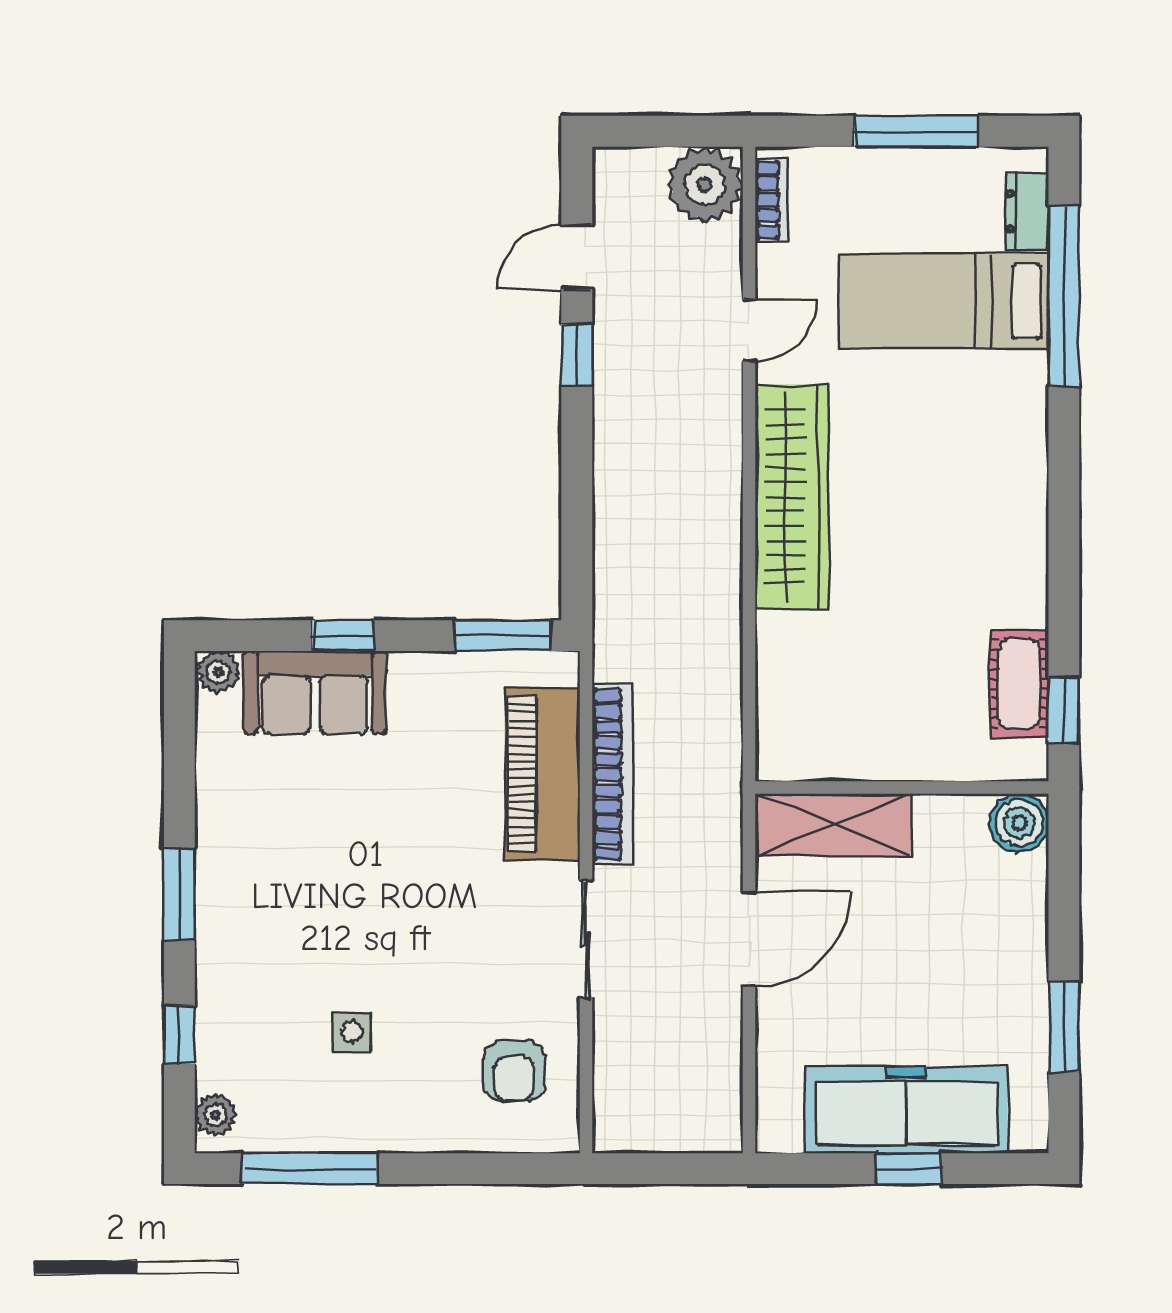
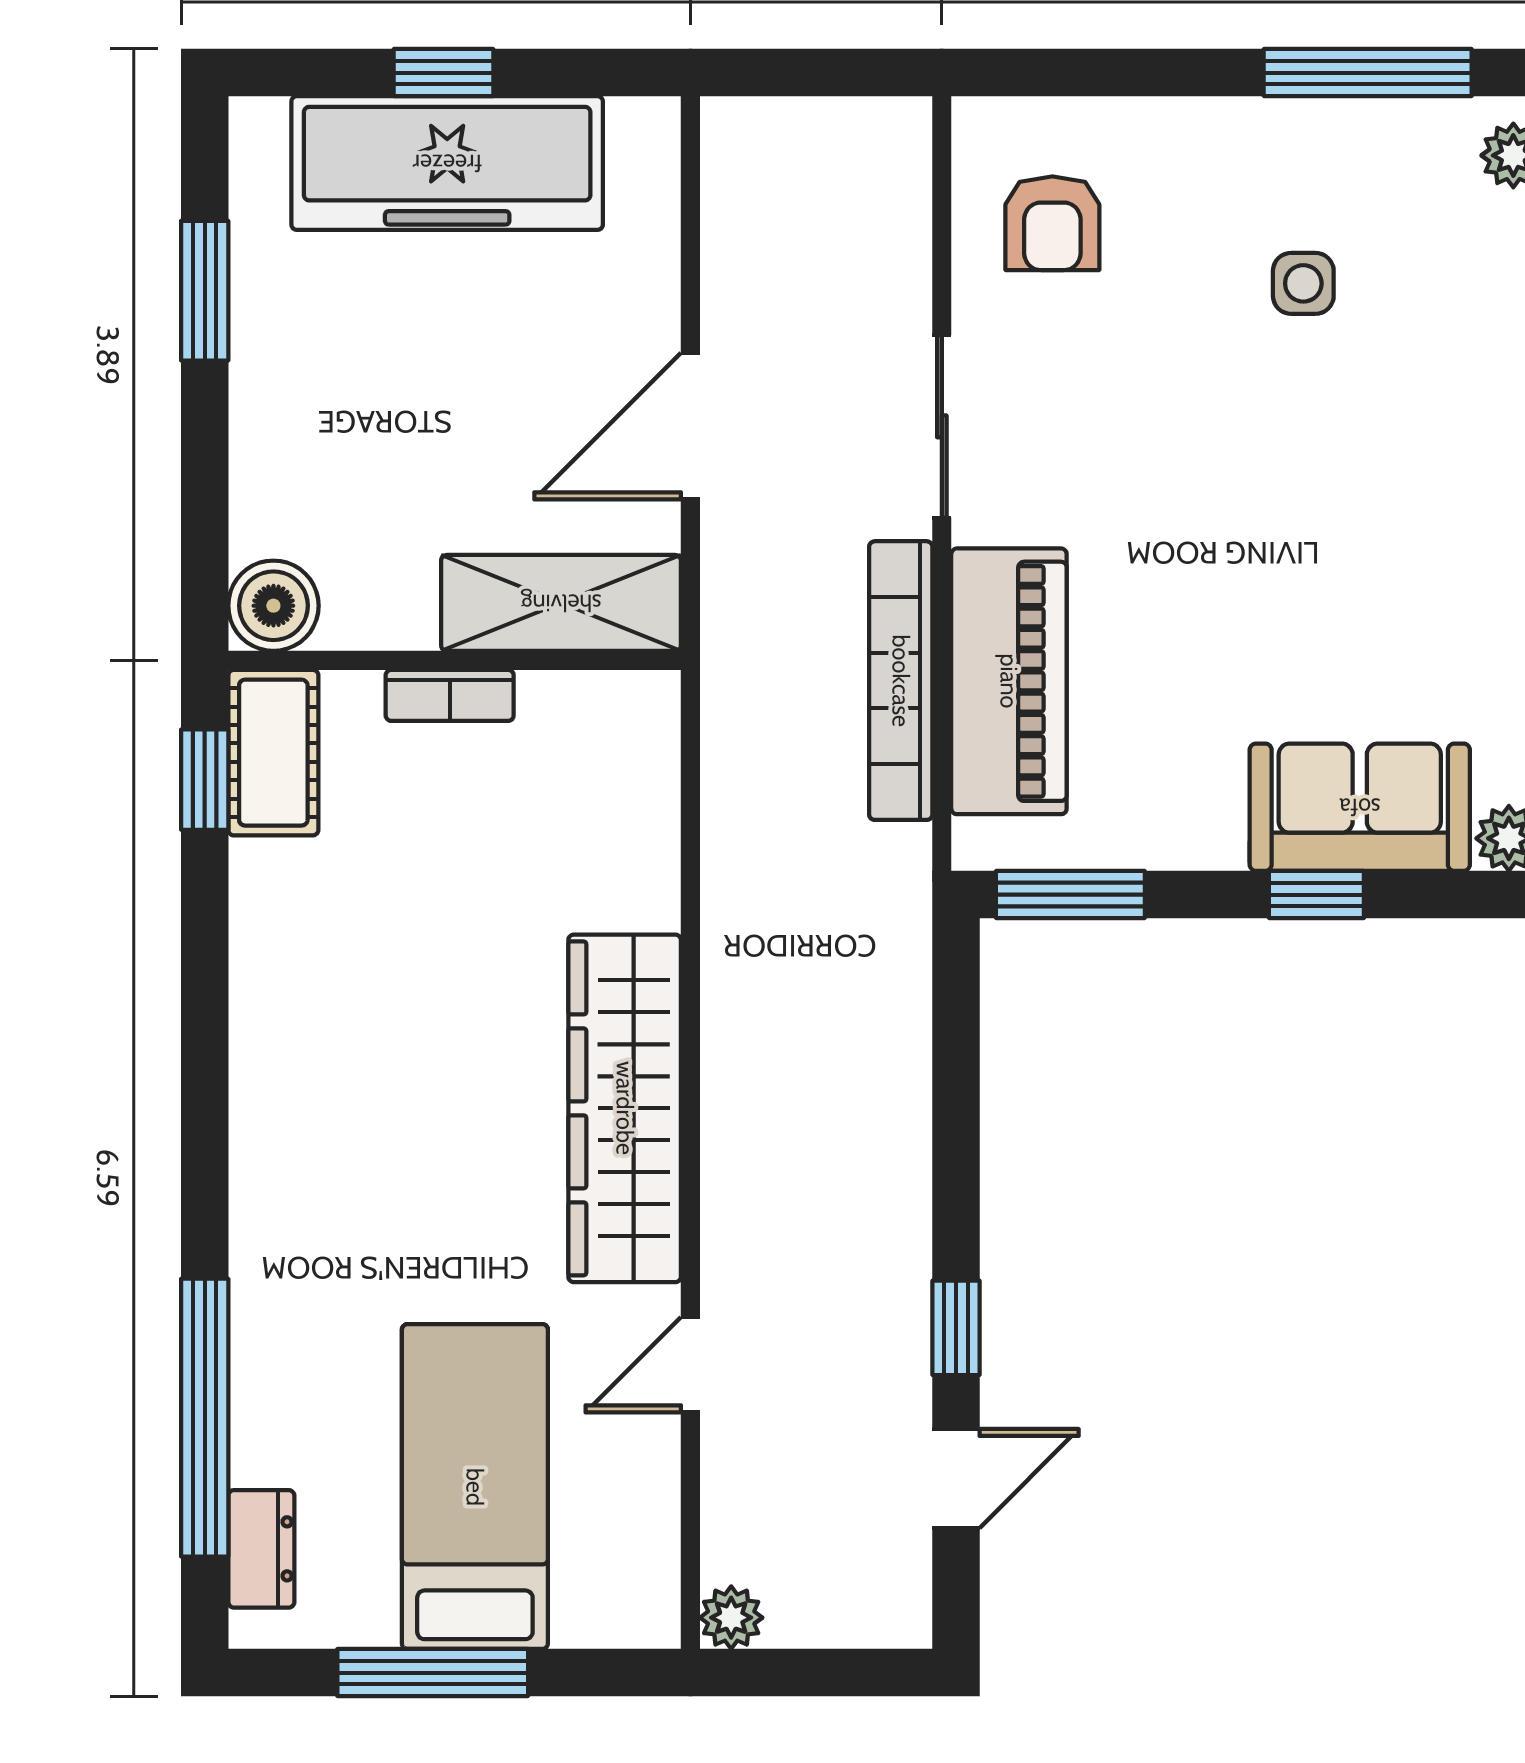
plant: (705, 185) -> (731, 1618), width x0.53, depth x0.53
bookcase: (772, 200) -> (450, 695), moved, turned -90
bed: (943, 301) -> (475, 1487), moved, turned -90
cot: (1019, 684) -> (273, 753), moved
armchair: (514, 1071) -> (1052, 223), turned 180

